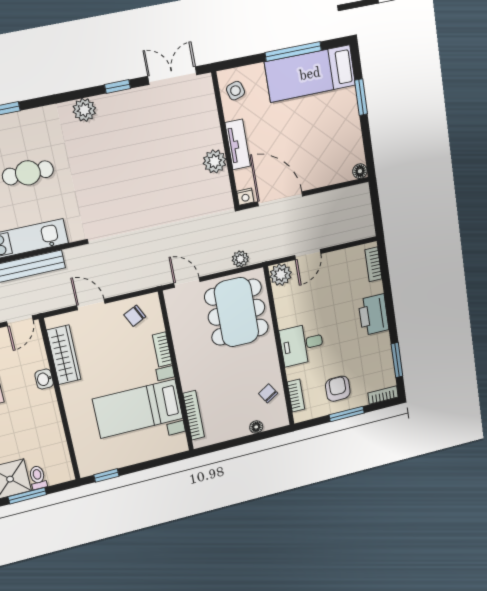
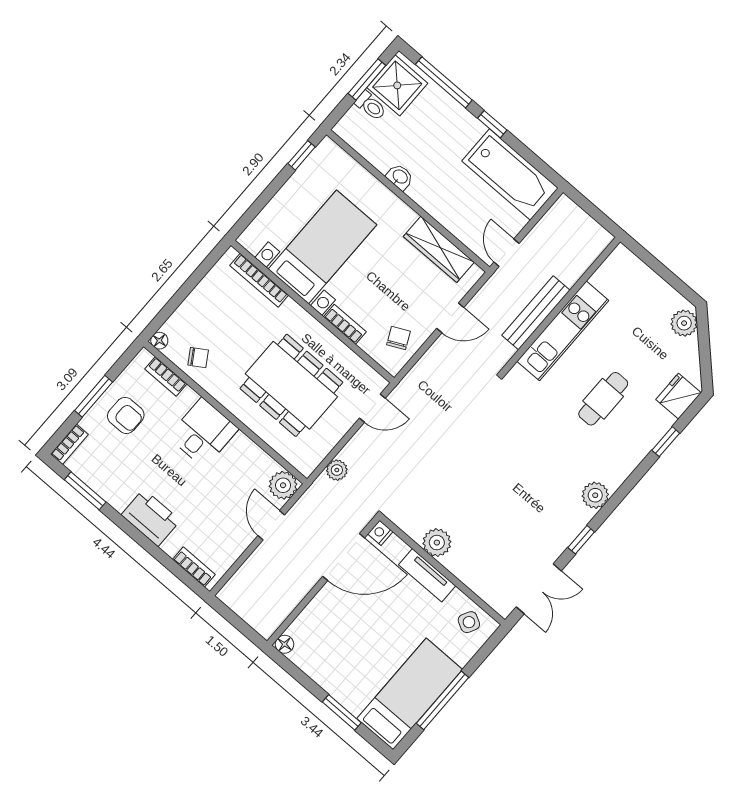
side table: (235, 91) -> (469, 622), turned 45
dining table: (237, 312) -> (291, 385), moved
washbasin: (44, 379) -> (400, 177), moved
floor lamp: (256, 427) -> (159, 341), moved

